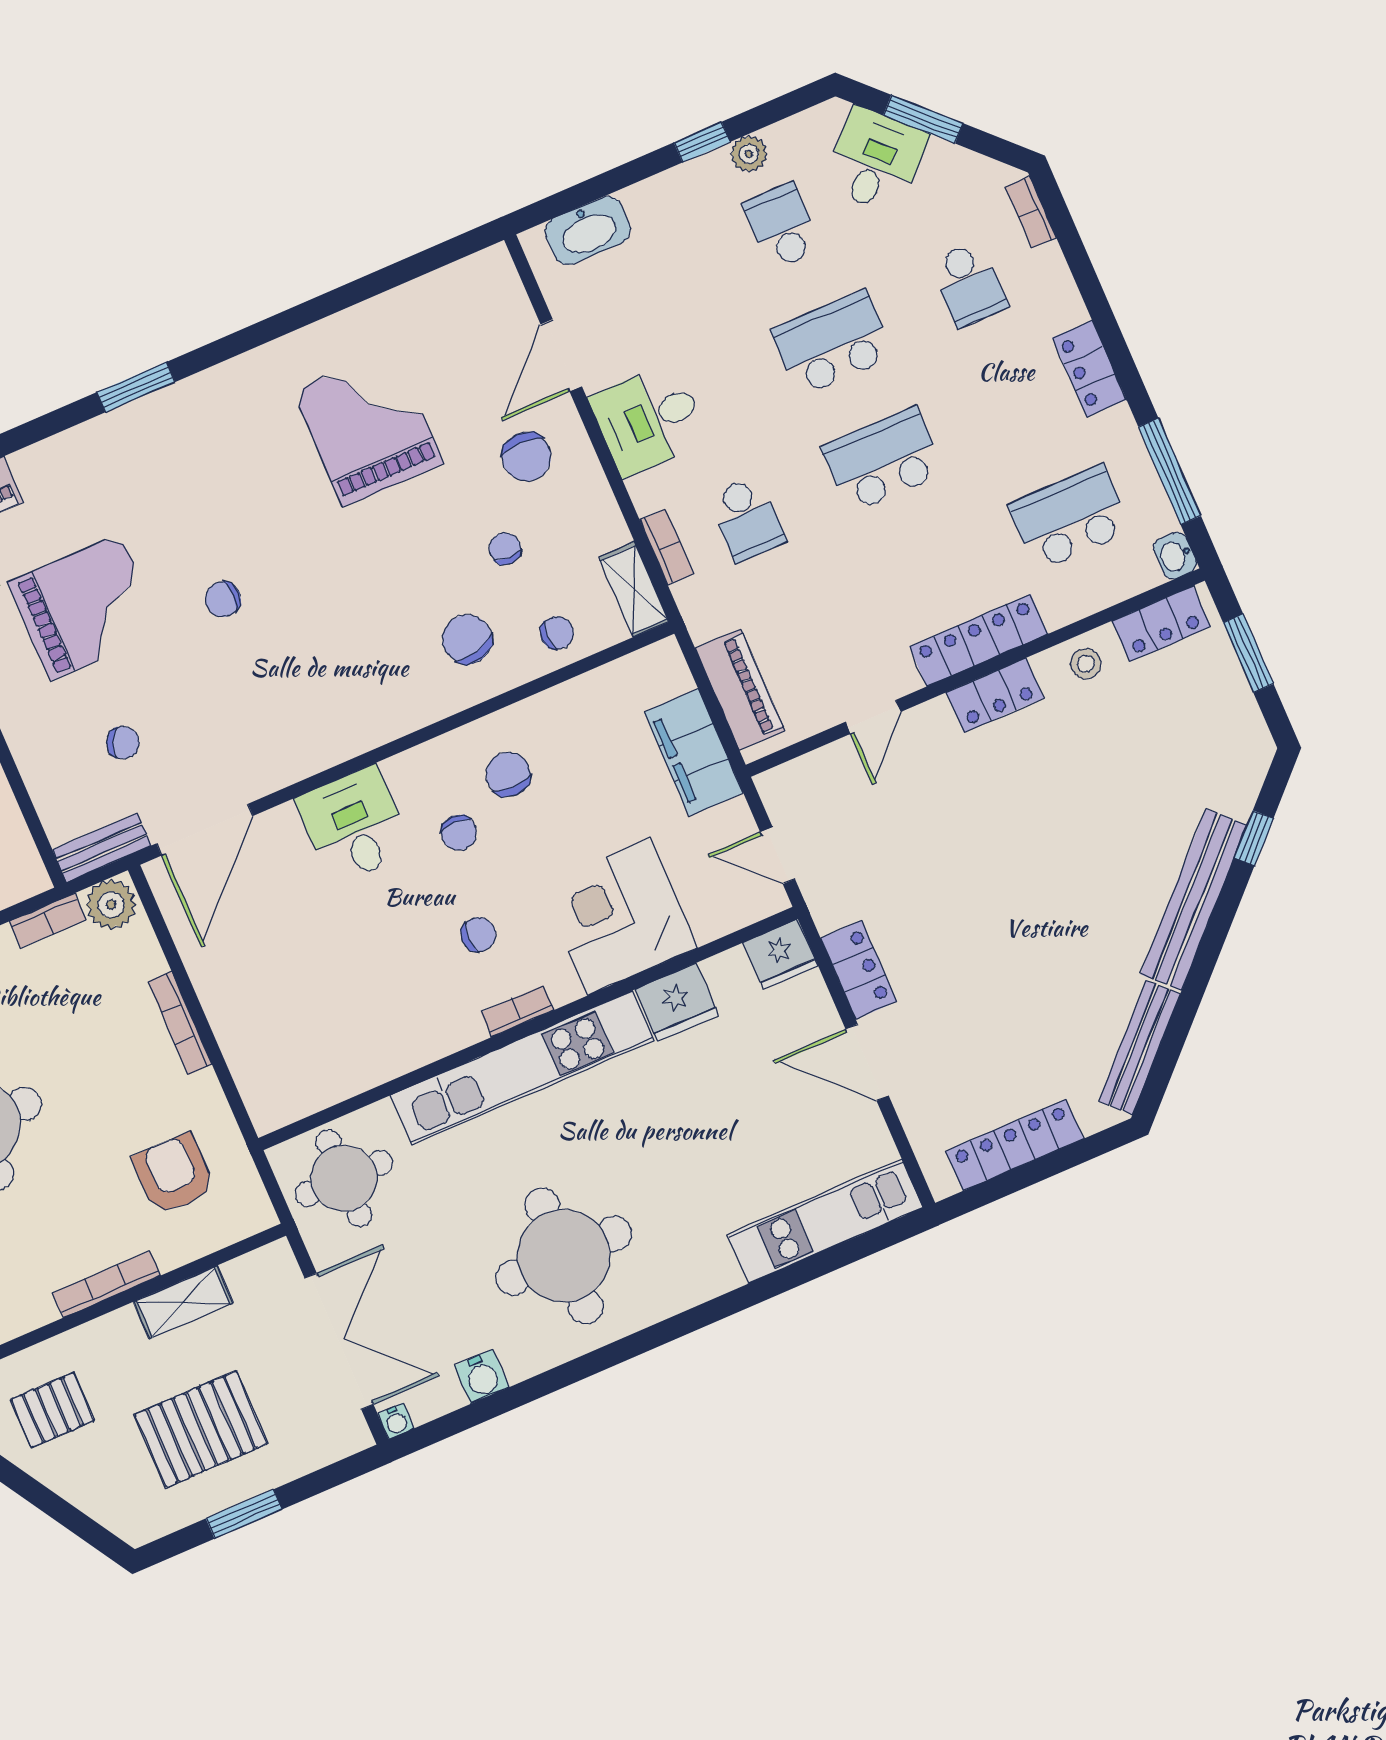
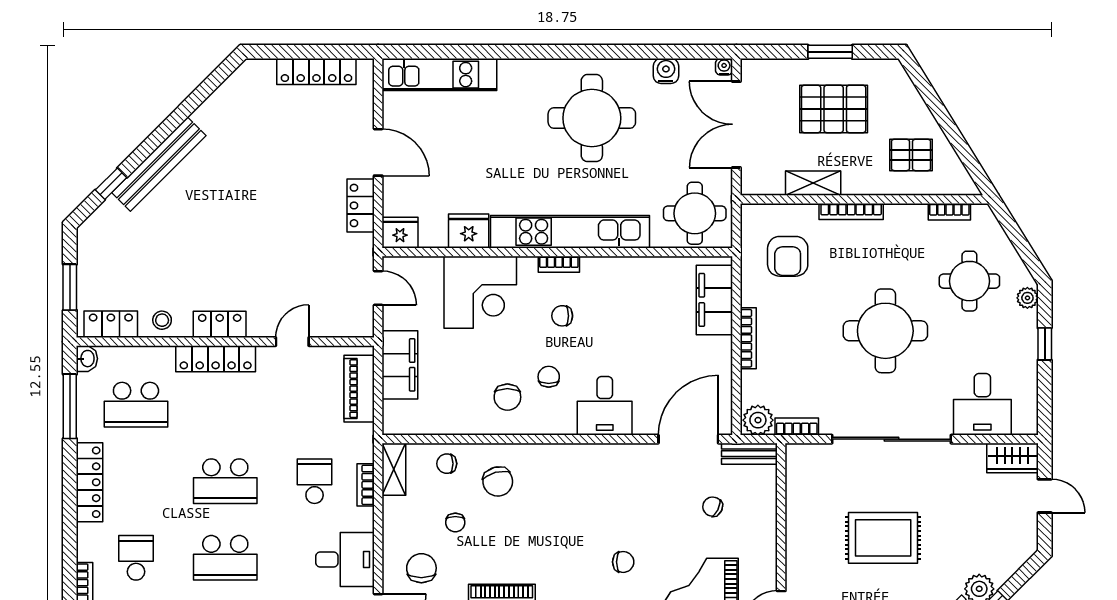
locker: (1089, 369) -> (90, 482), width x1.53
bench: (1139, 1048) -> (224, 95), removed
filing cabinet: (257, 1059) -> (714, 300), added

